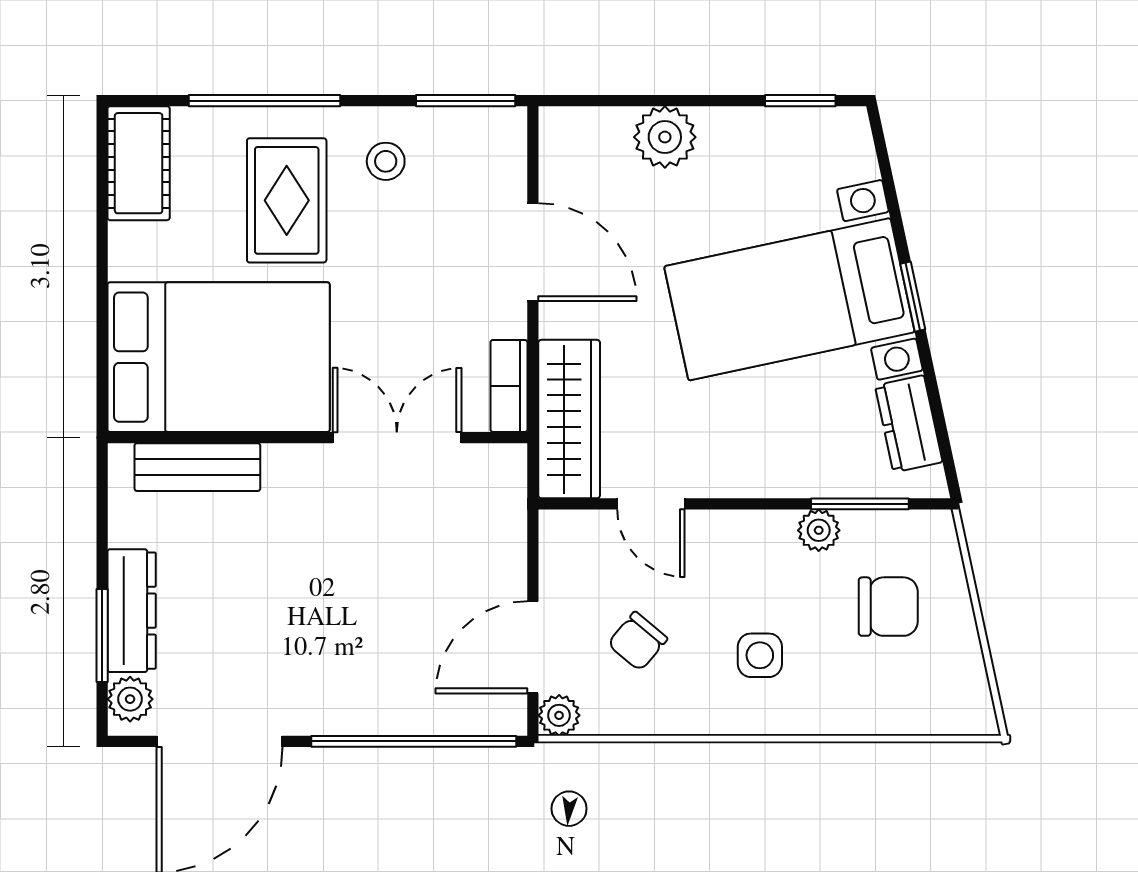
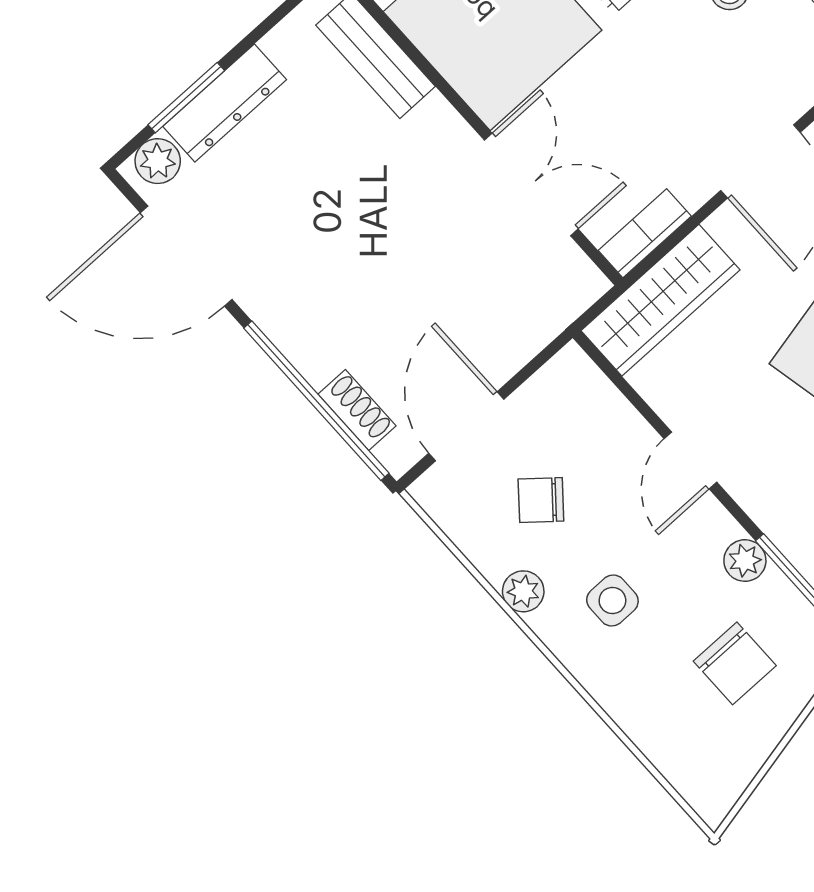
door: (651, 504) -> (690, 460), moved
door: (533, 647) -> (466, 426), hinge flipped
plant: (559, 715) -> (523, 591), moved
shoe rack: (448, 717) -> (357, 410), added

